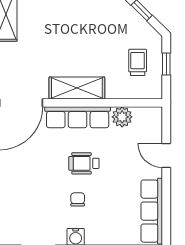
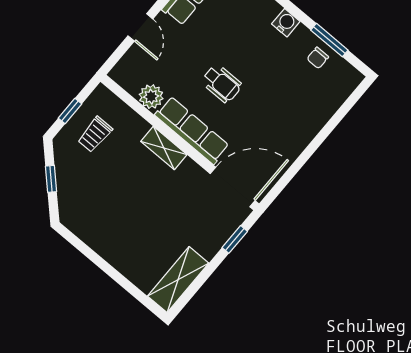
shelving: (77, 88) -> (164, 148), width x0.67, depth x0.75
chair: (78, 199) -> (318, 58), moved

